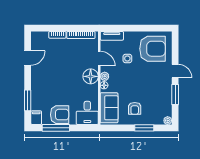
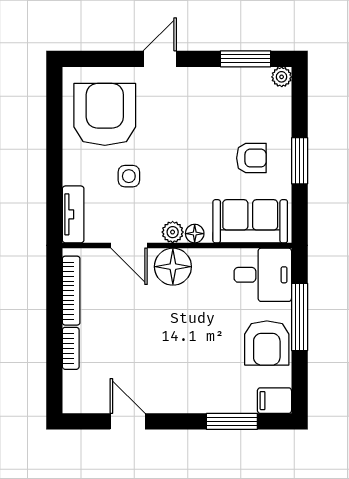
door: (99, 59) -> (129, 245), swing flipped
window: (175, 94) -> (246, 59), moved
armchair: (60, 115) -> (267, 343), turned 180
window: (56, 128) -> (300, 317), moved
window: (144, 128) -> (300, 161), moved

